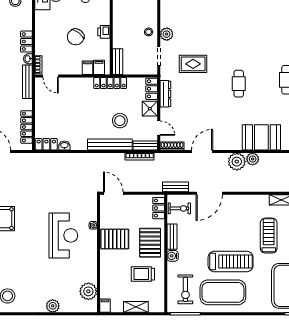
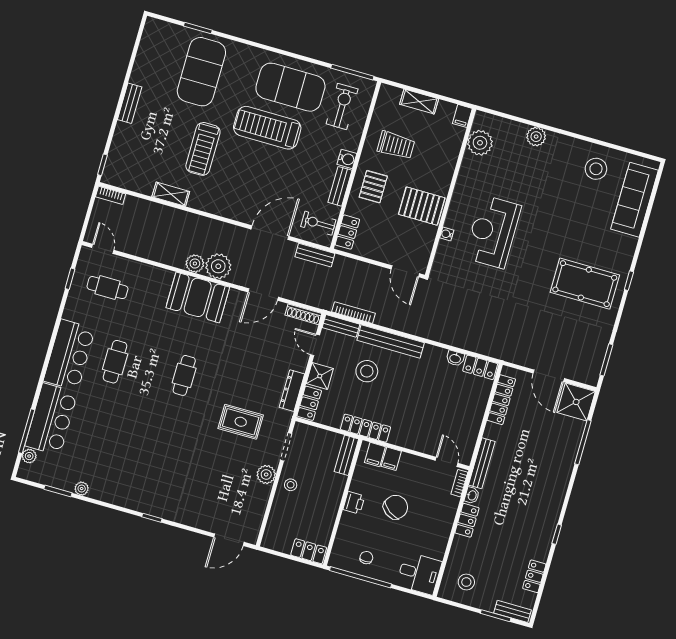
booth: (261, 137) -> (198, 297), moved
pallet: (150, 243) -> (373, 187), width x0.67, depth x0.71

